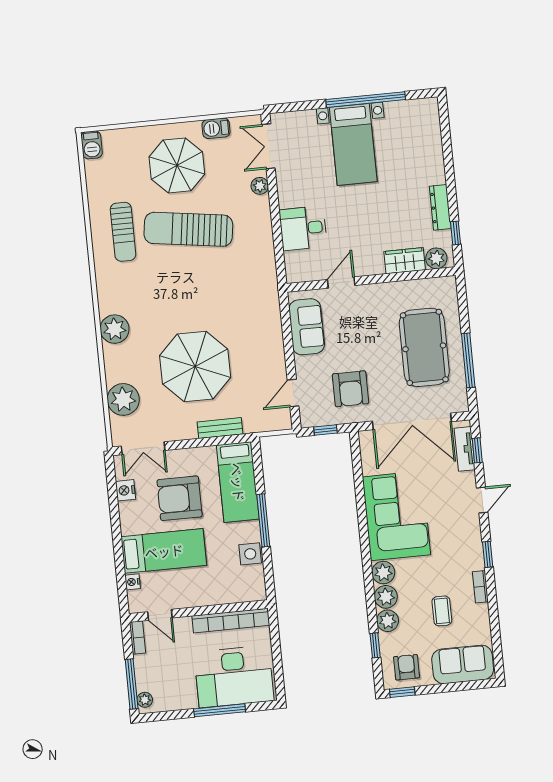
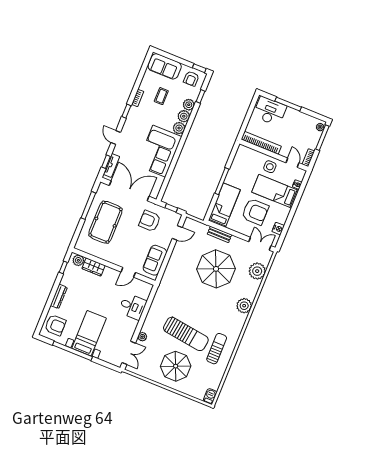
barbecue: (216, 128) -> (149, 374), removed
armchair: (418, 128) -> (55, 325), added
dresser: (440, 207) -> (59, 296), moved
armchair: (350, 389) -> (150, 221), turned -90
door: (482, 500) -> (116, 138), hinge flipped
side table: (250, 554) -> (270, 167), moved
desk: (234, 677) -> (270, 111), width x0.73, depth x0.77

